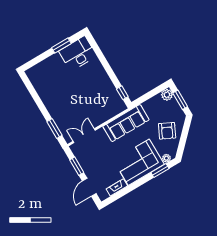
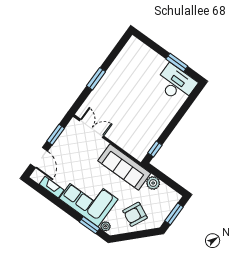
plant: (167, 95) -> (153, 183), moved
window: (54, 129) -> (96, 79), moved
door: (89, 187) -> (39, 158), swing flipped

